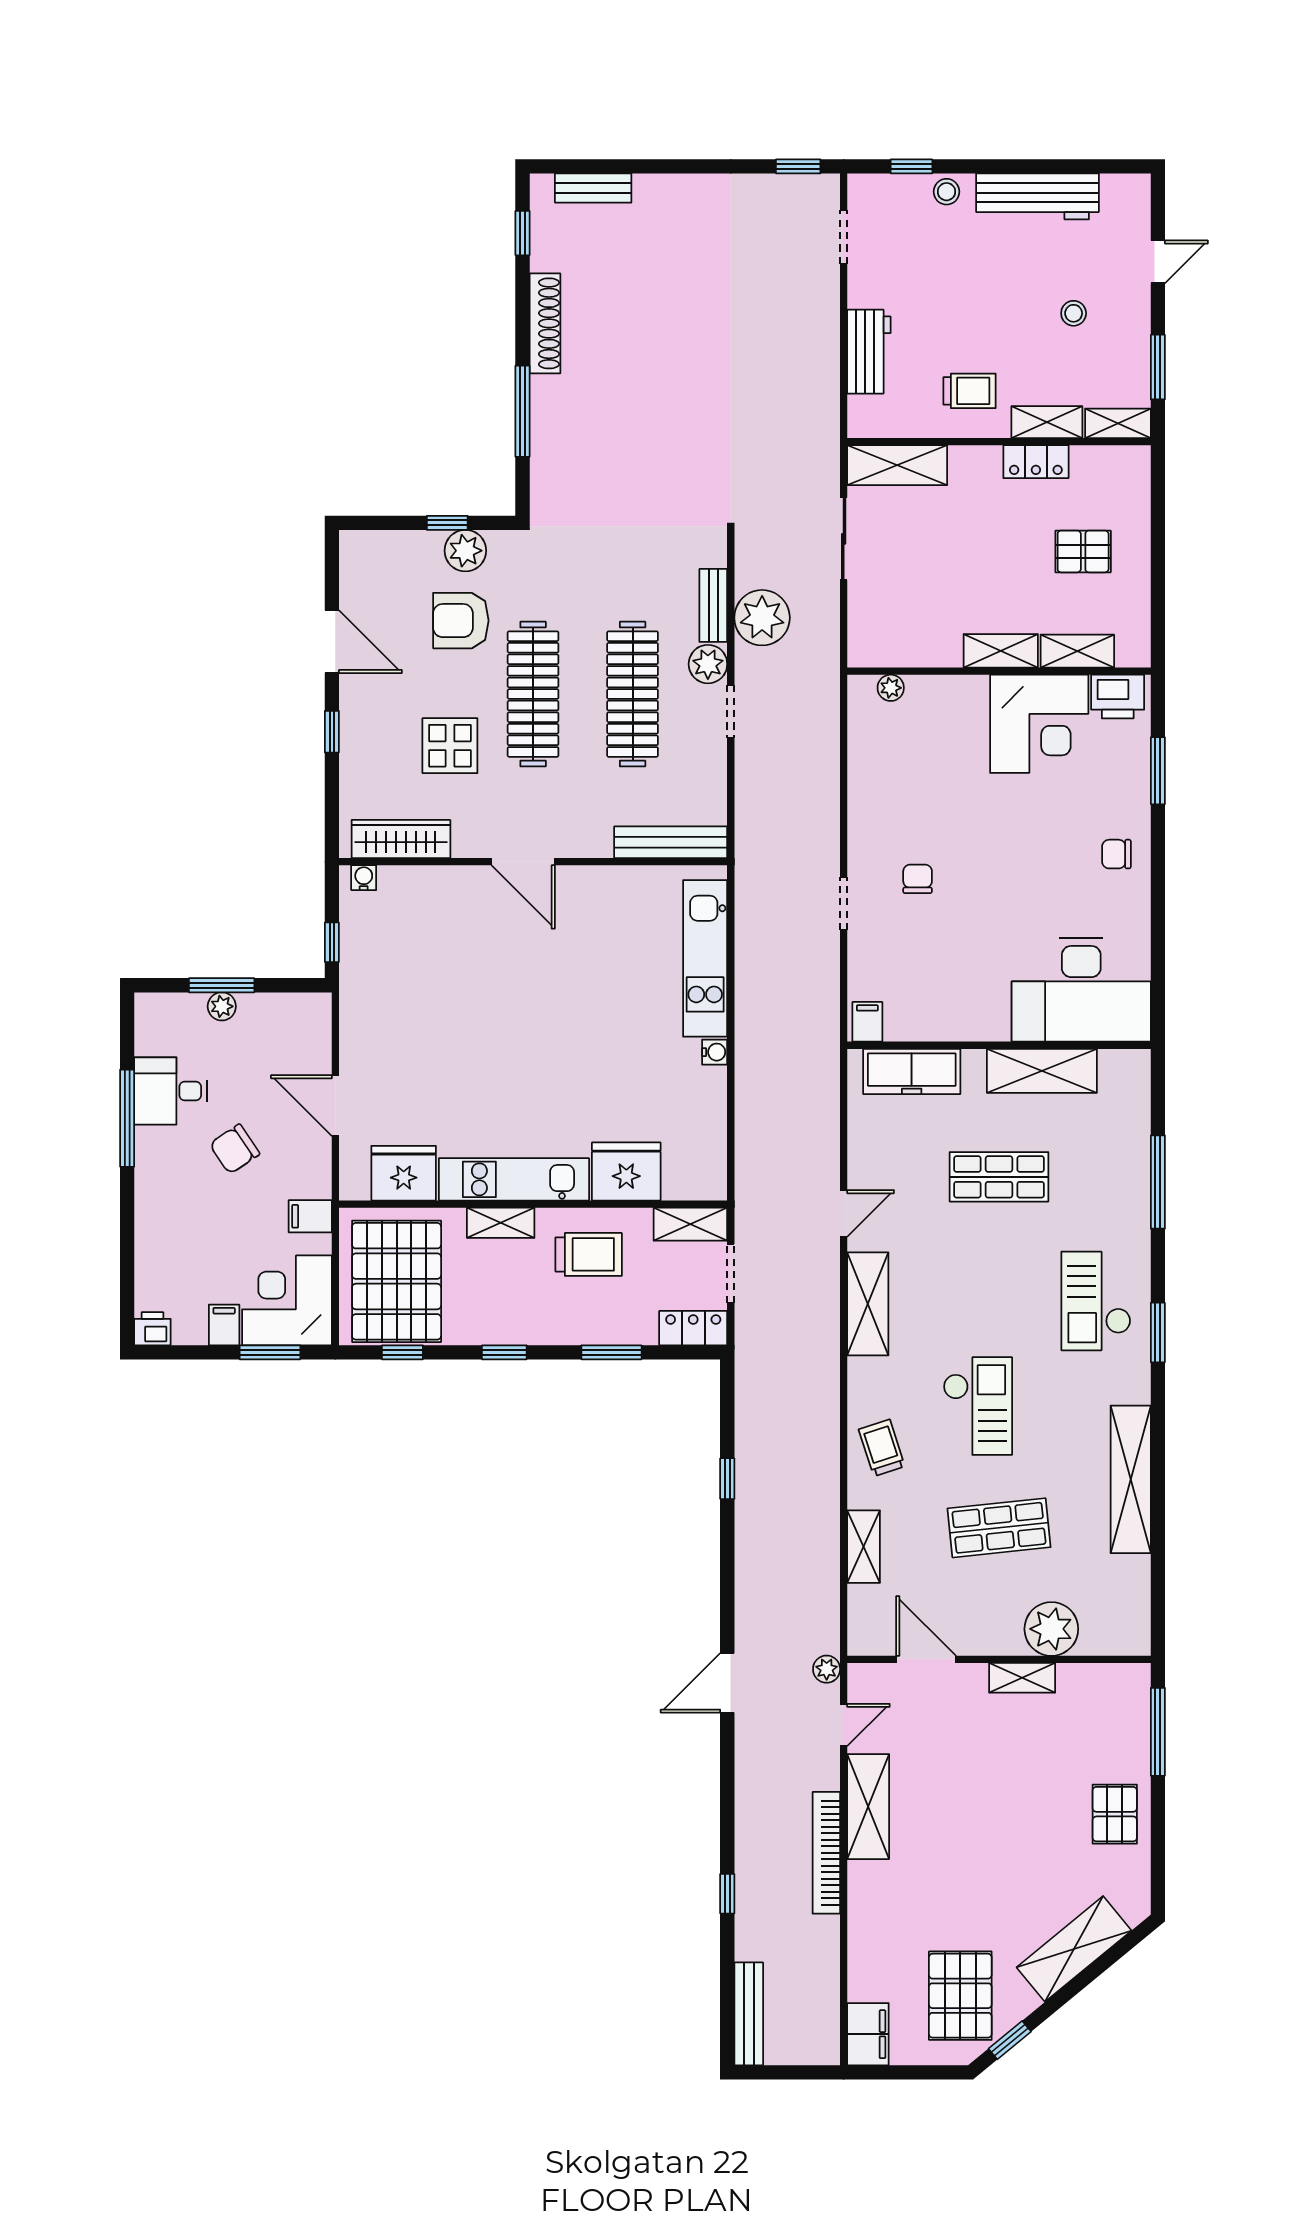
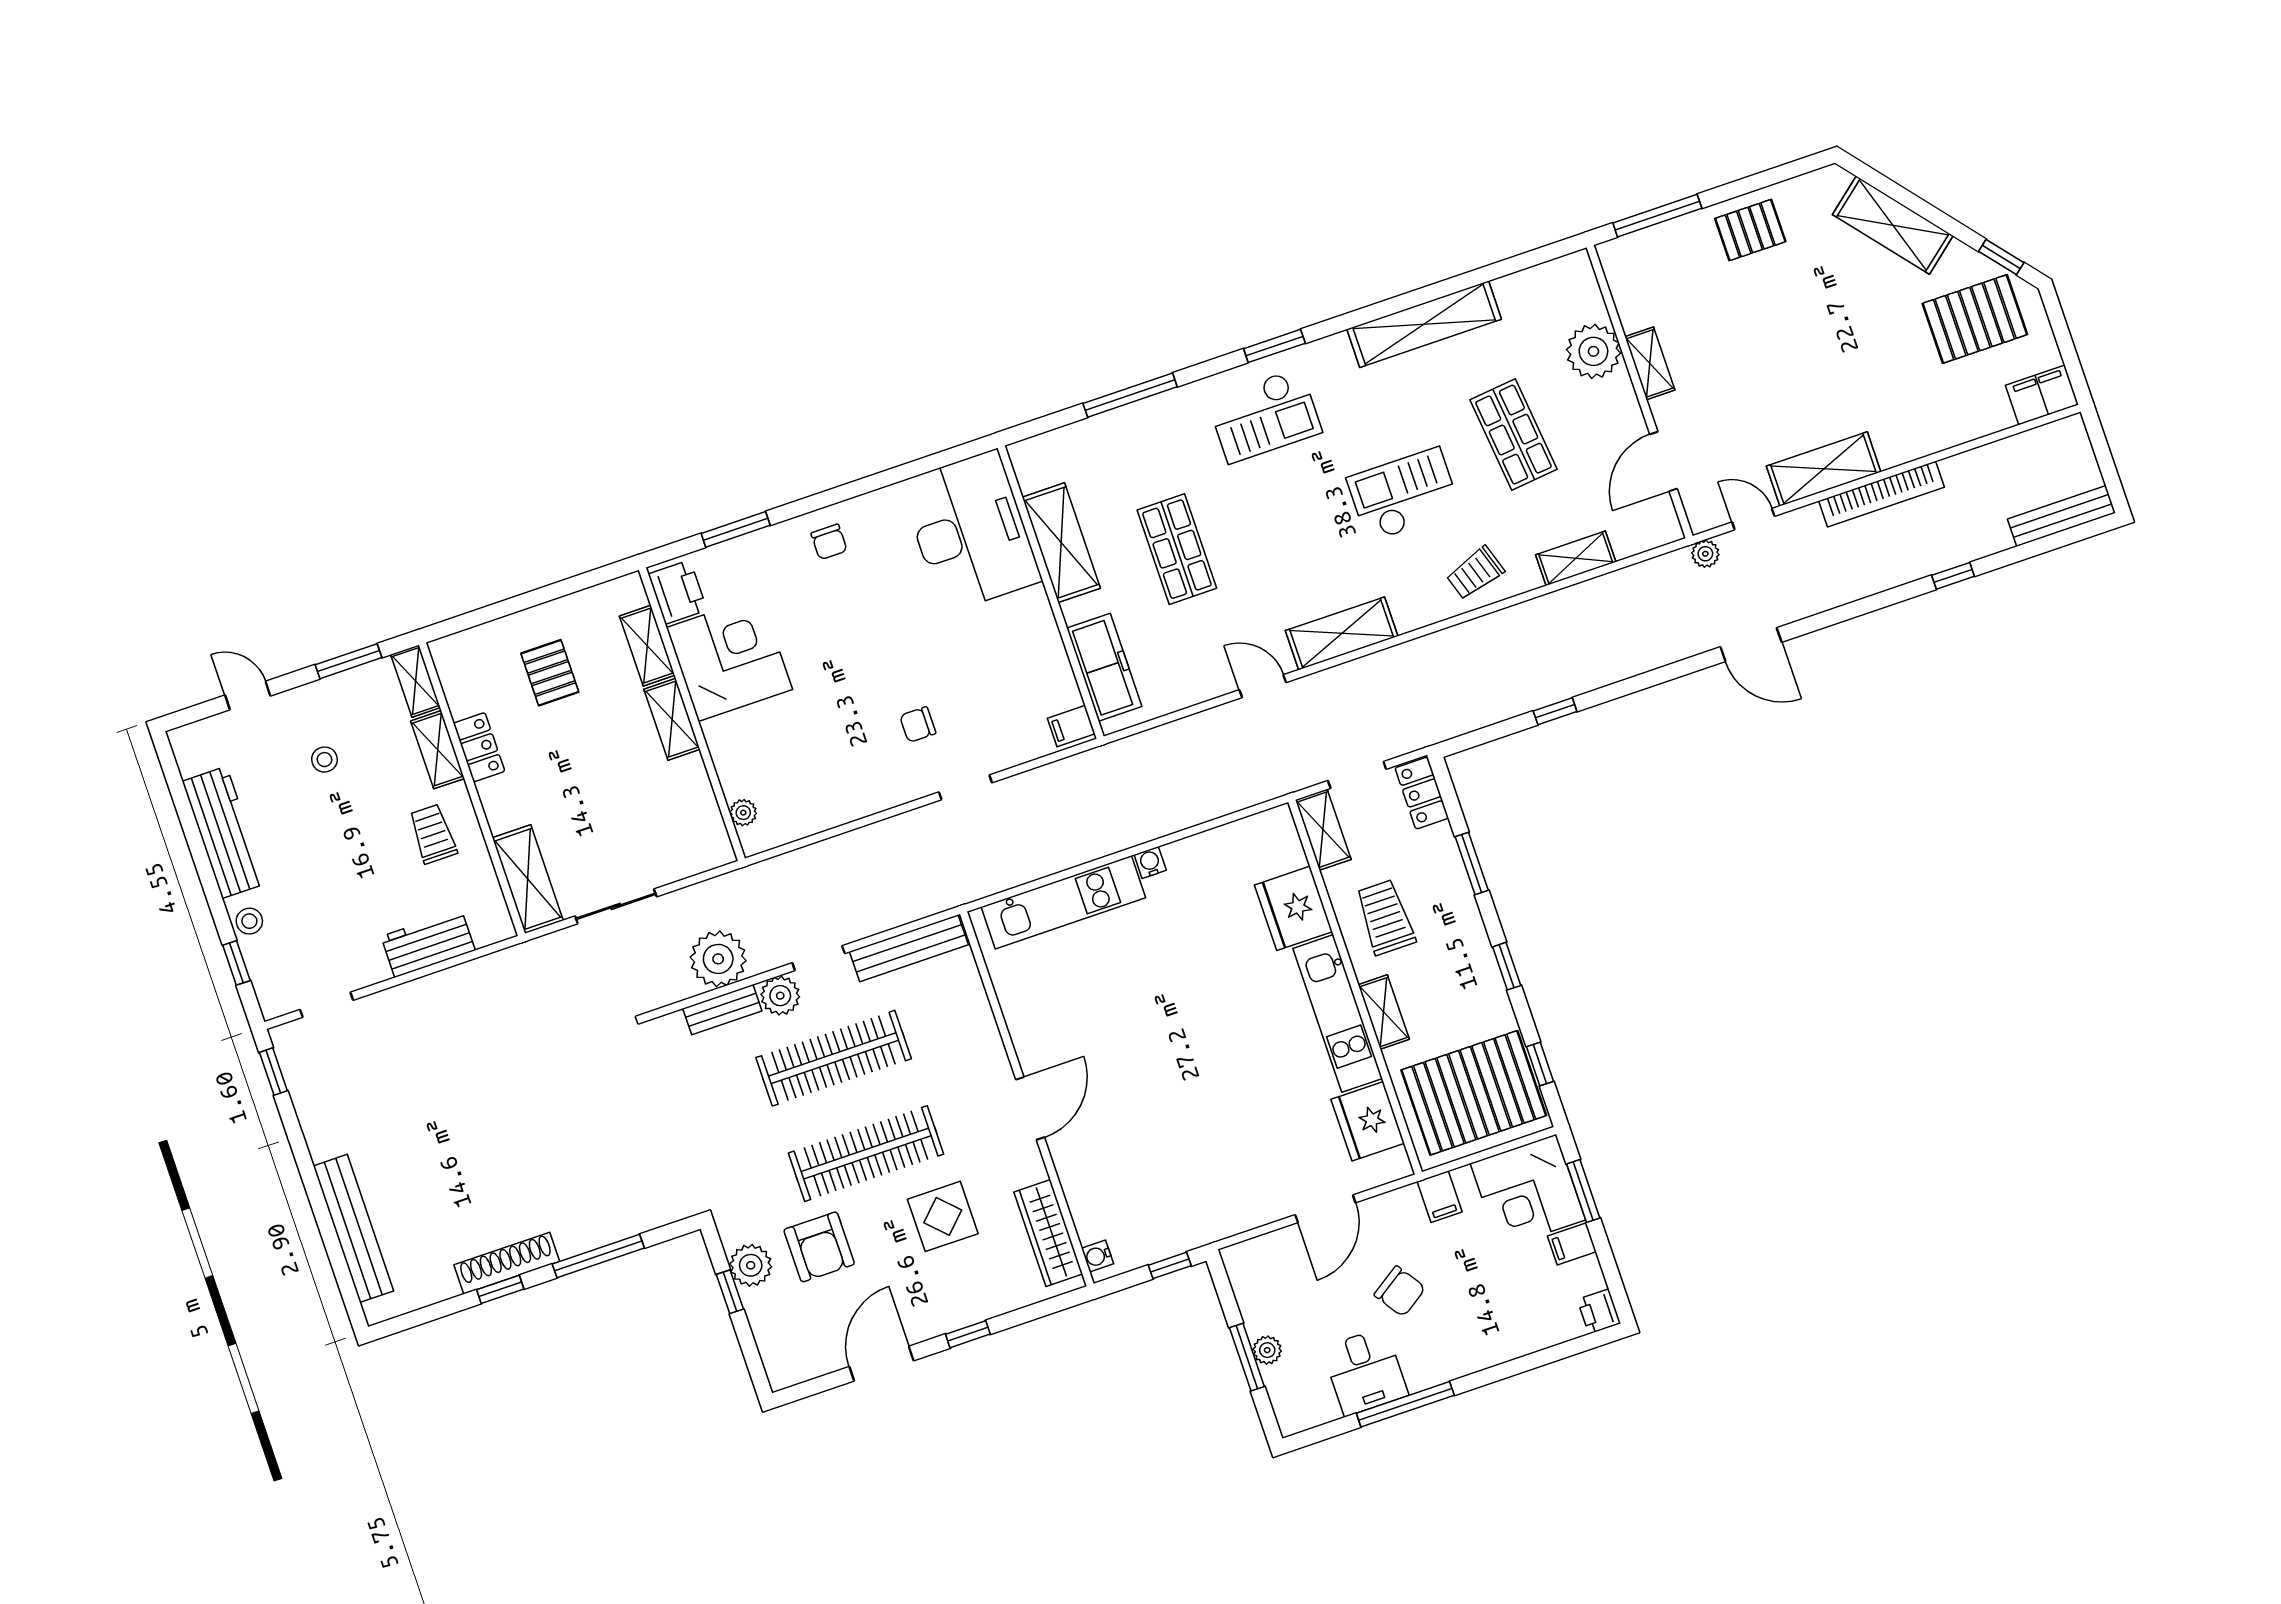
bench: (593, 188) -> (353, 1228), width x1.86, depth x1.21
window: (522, 233) -> (500, 1289), moved
bench: (671, 842) -> (909, 948), moved, turned 90

